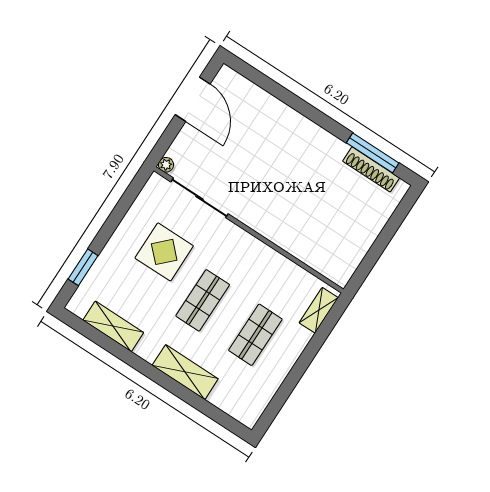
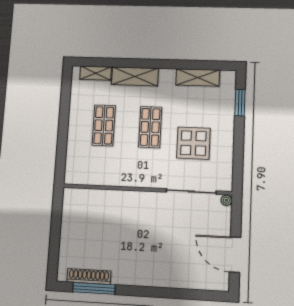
shelving: (319, 310) -> (96, 73), moved, turned 90

